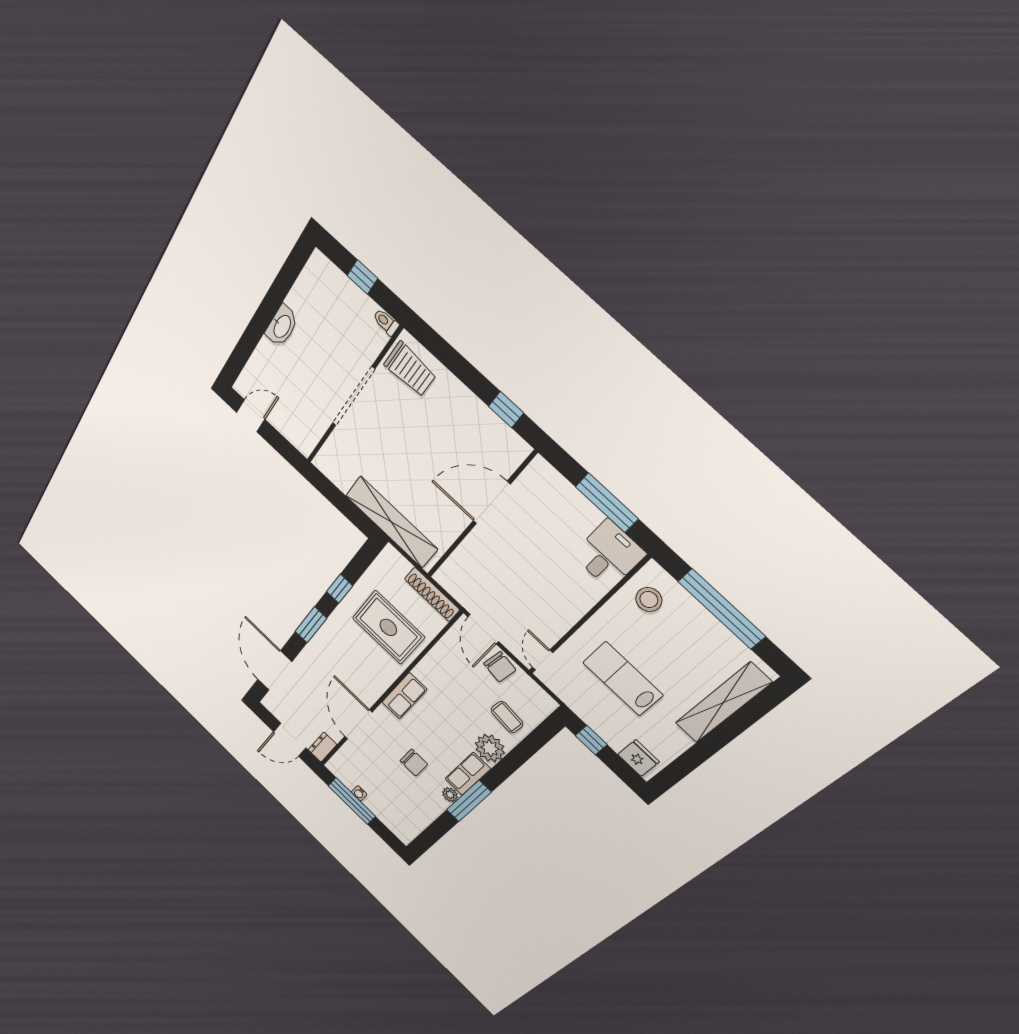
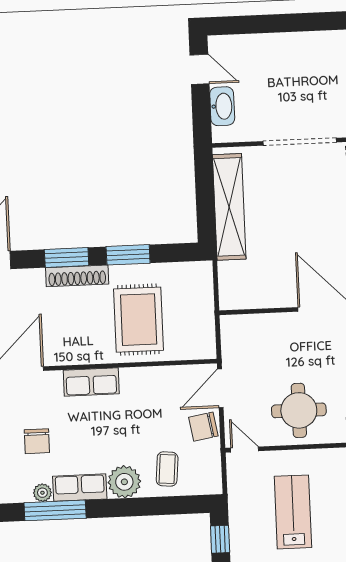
washbasin: (282, 326) -> (222, 106), moved, turned -90
shelving: (391, 522) -> (229, 207), moved
window: (340, 589) -> (128, 255), width x1.50
shoe rack: (432, 594) -> (77, 276), moved, turned -90
round table: (551, 598) -> (299, 410), added
door: (543, 660) -> (245, 449), hinge flipped
chair: (500, 667) -> (203, 427), turned 72

